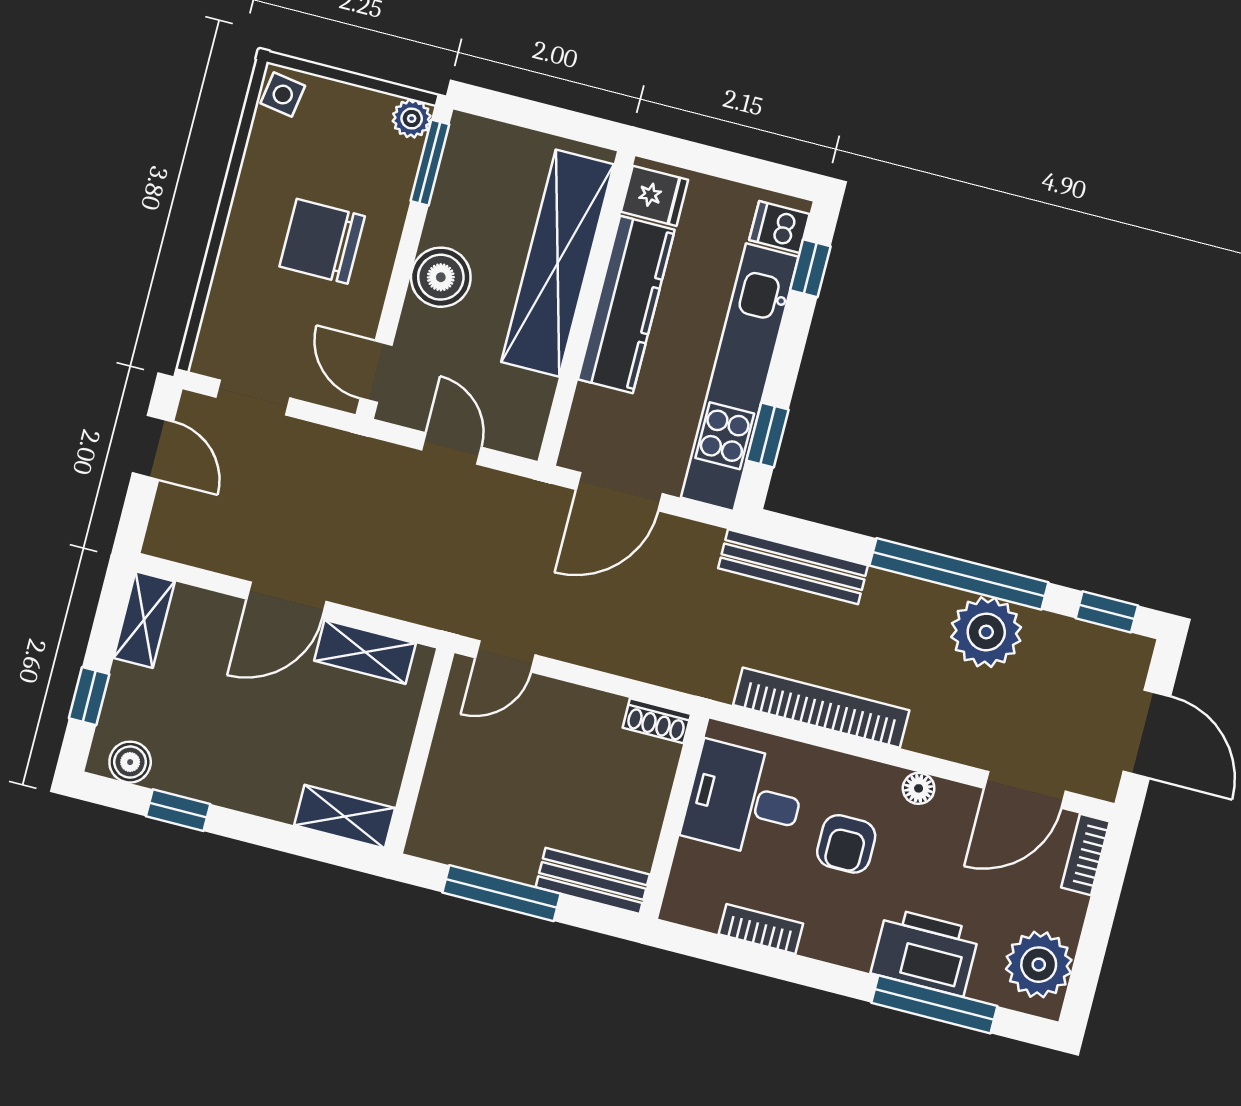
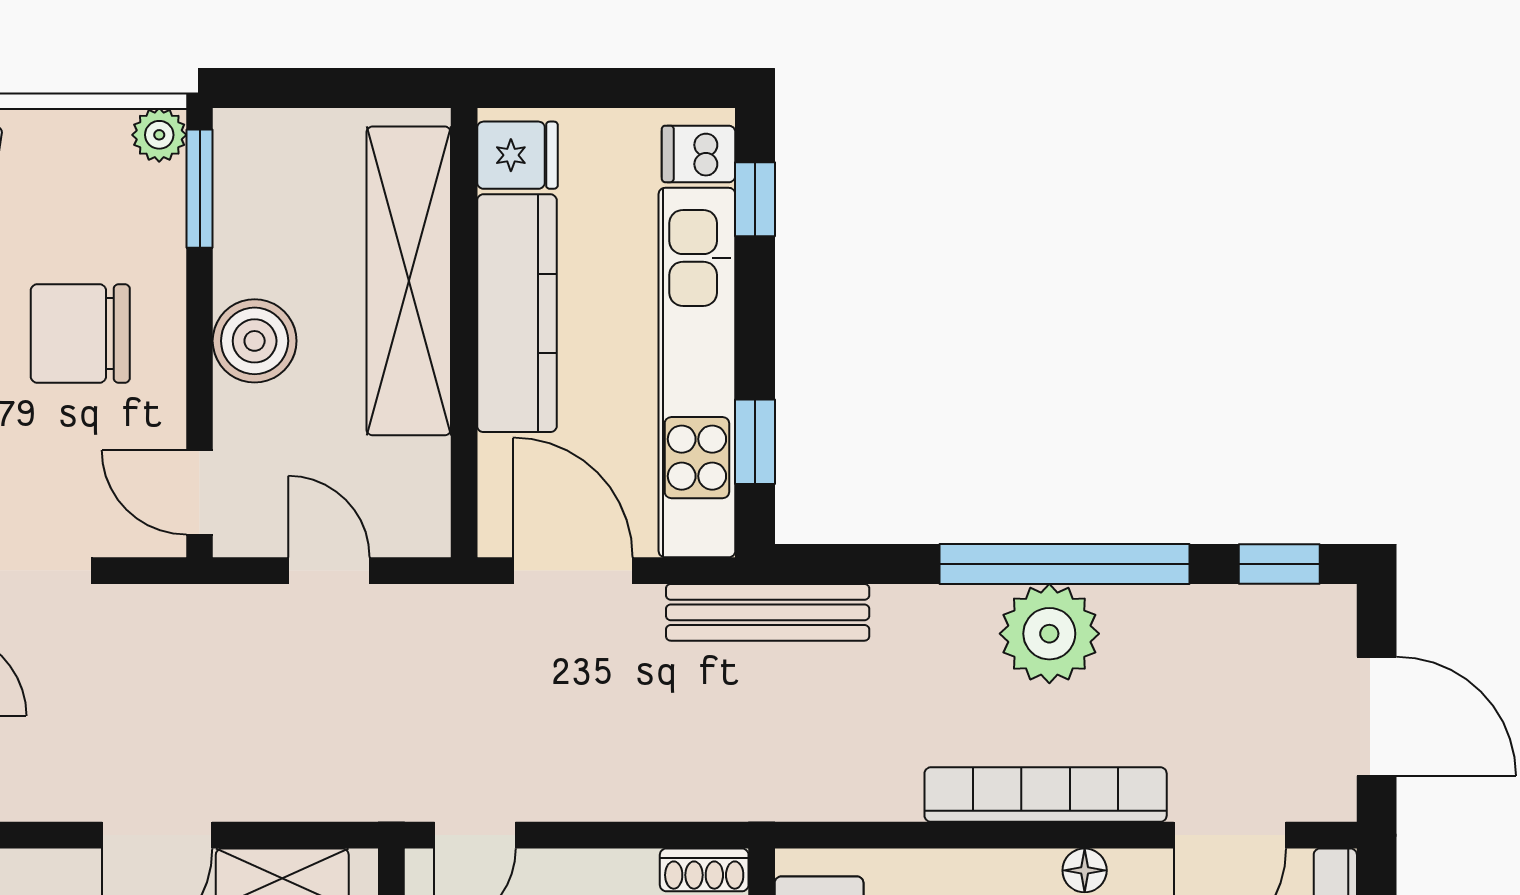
door: (619, 492) -> (573, 571), swing flipped
bench: (793, 567) -> (768, 612), moved
plant: (986, 632) -> (1049, 634), moved
bookcase: (821, 708) -> (1046, 795), moved

